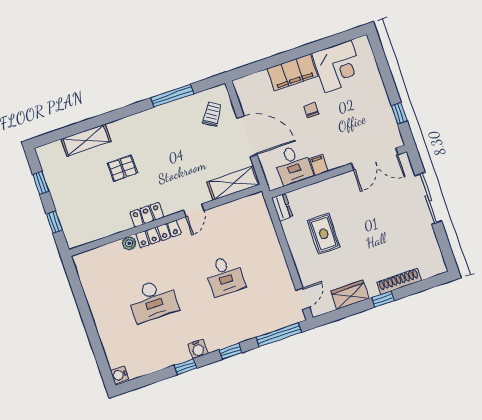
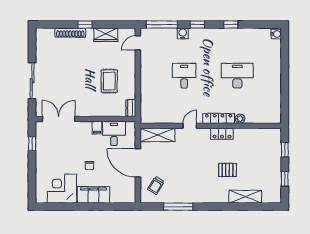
water cooler: (198, 349) -> (183, 33), moved

